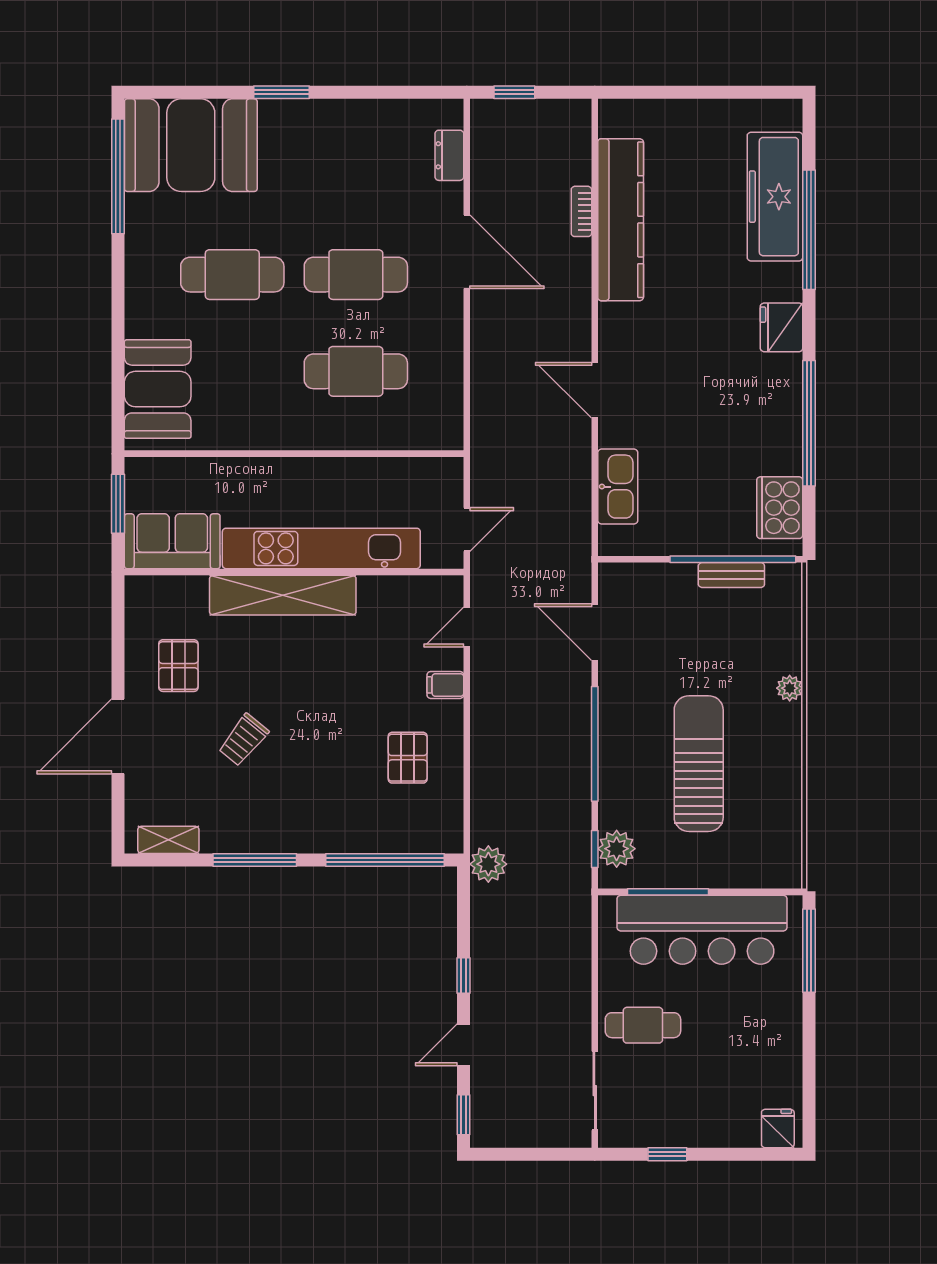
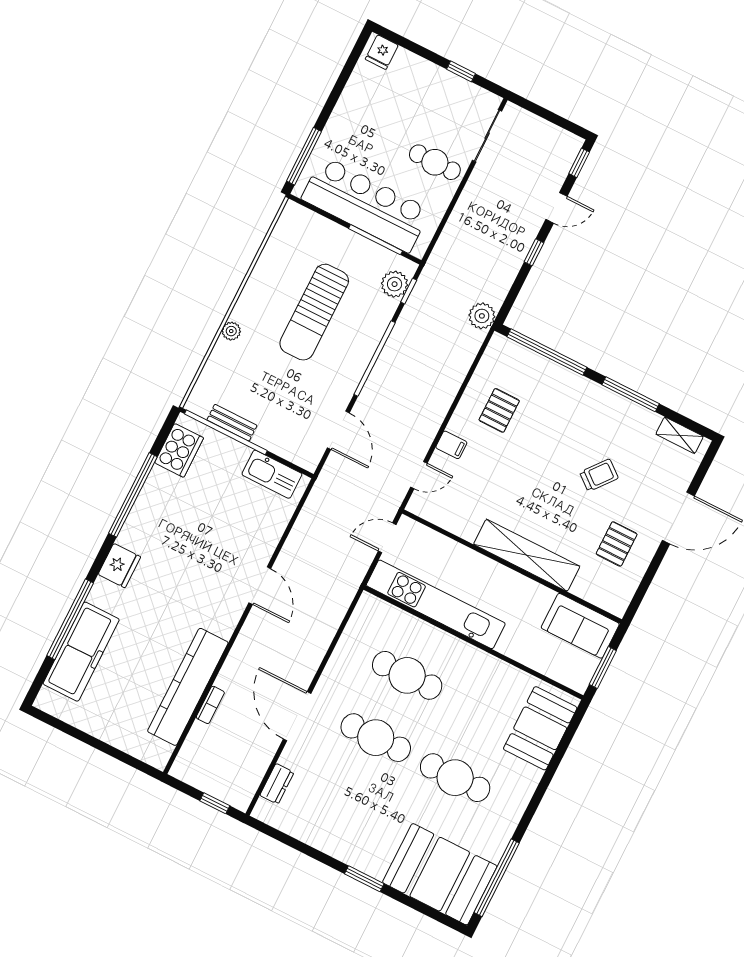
kitchen sink: (618, 487) -> (272, 474), moved, turned -90
kitchen unit: (321, 548) -> (436, 604), moved, turned 180

